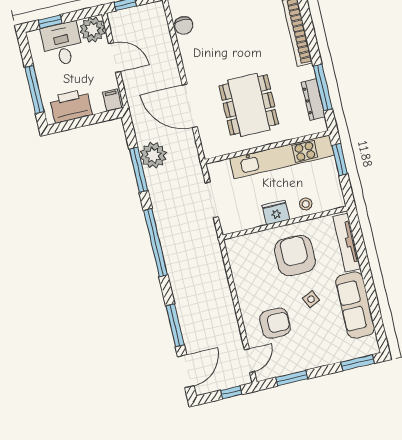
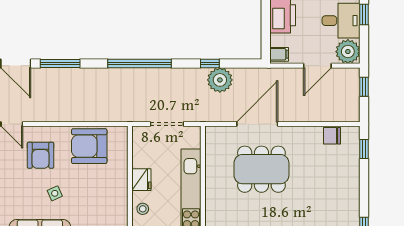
dining table: (249, 105) -> (261, 169), moved
window: (139, 170) -> (210, 63), width x0.46
armchair: (295, 255) -> (89, 146), moved, turned 180

